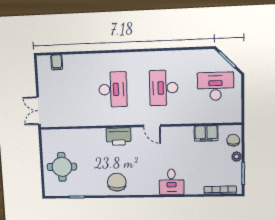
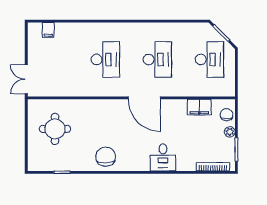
desk: (216, 86) -> (209, 60), turned 90
desk: (164, 88) -> (157, 60), turned 180
door: (152, 126) -> (144, 98), width x1.87
printer: (119, 137) -> (109, 108), removed
round table: (62, 167) -> (55, 129), moved

